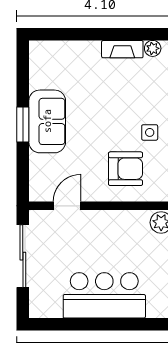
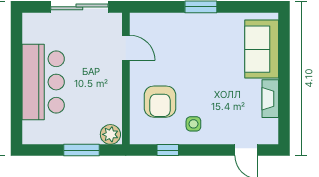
plant: (153, 48) -> (271, 127), removed
sofa: (47, 121) -> (262, 49), moved, turned 90

